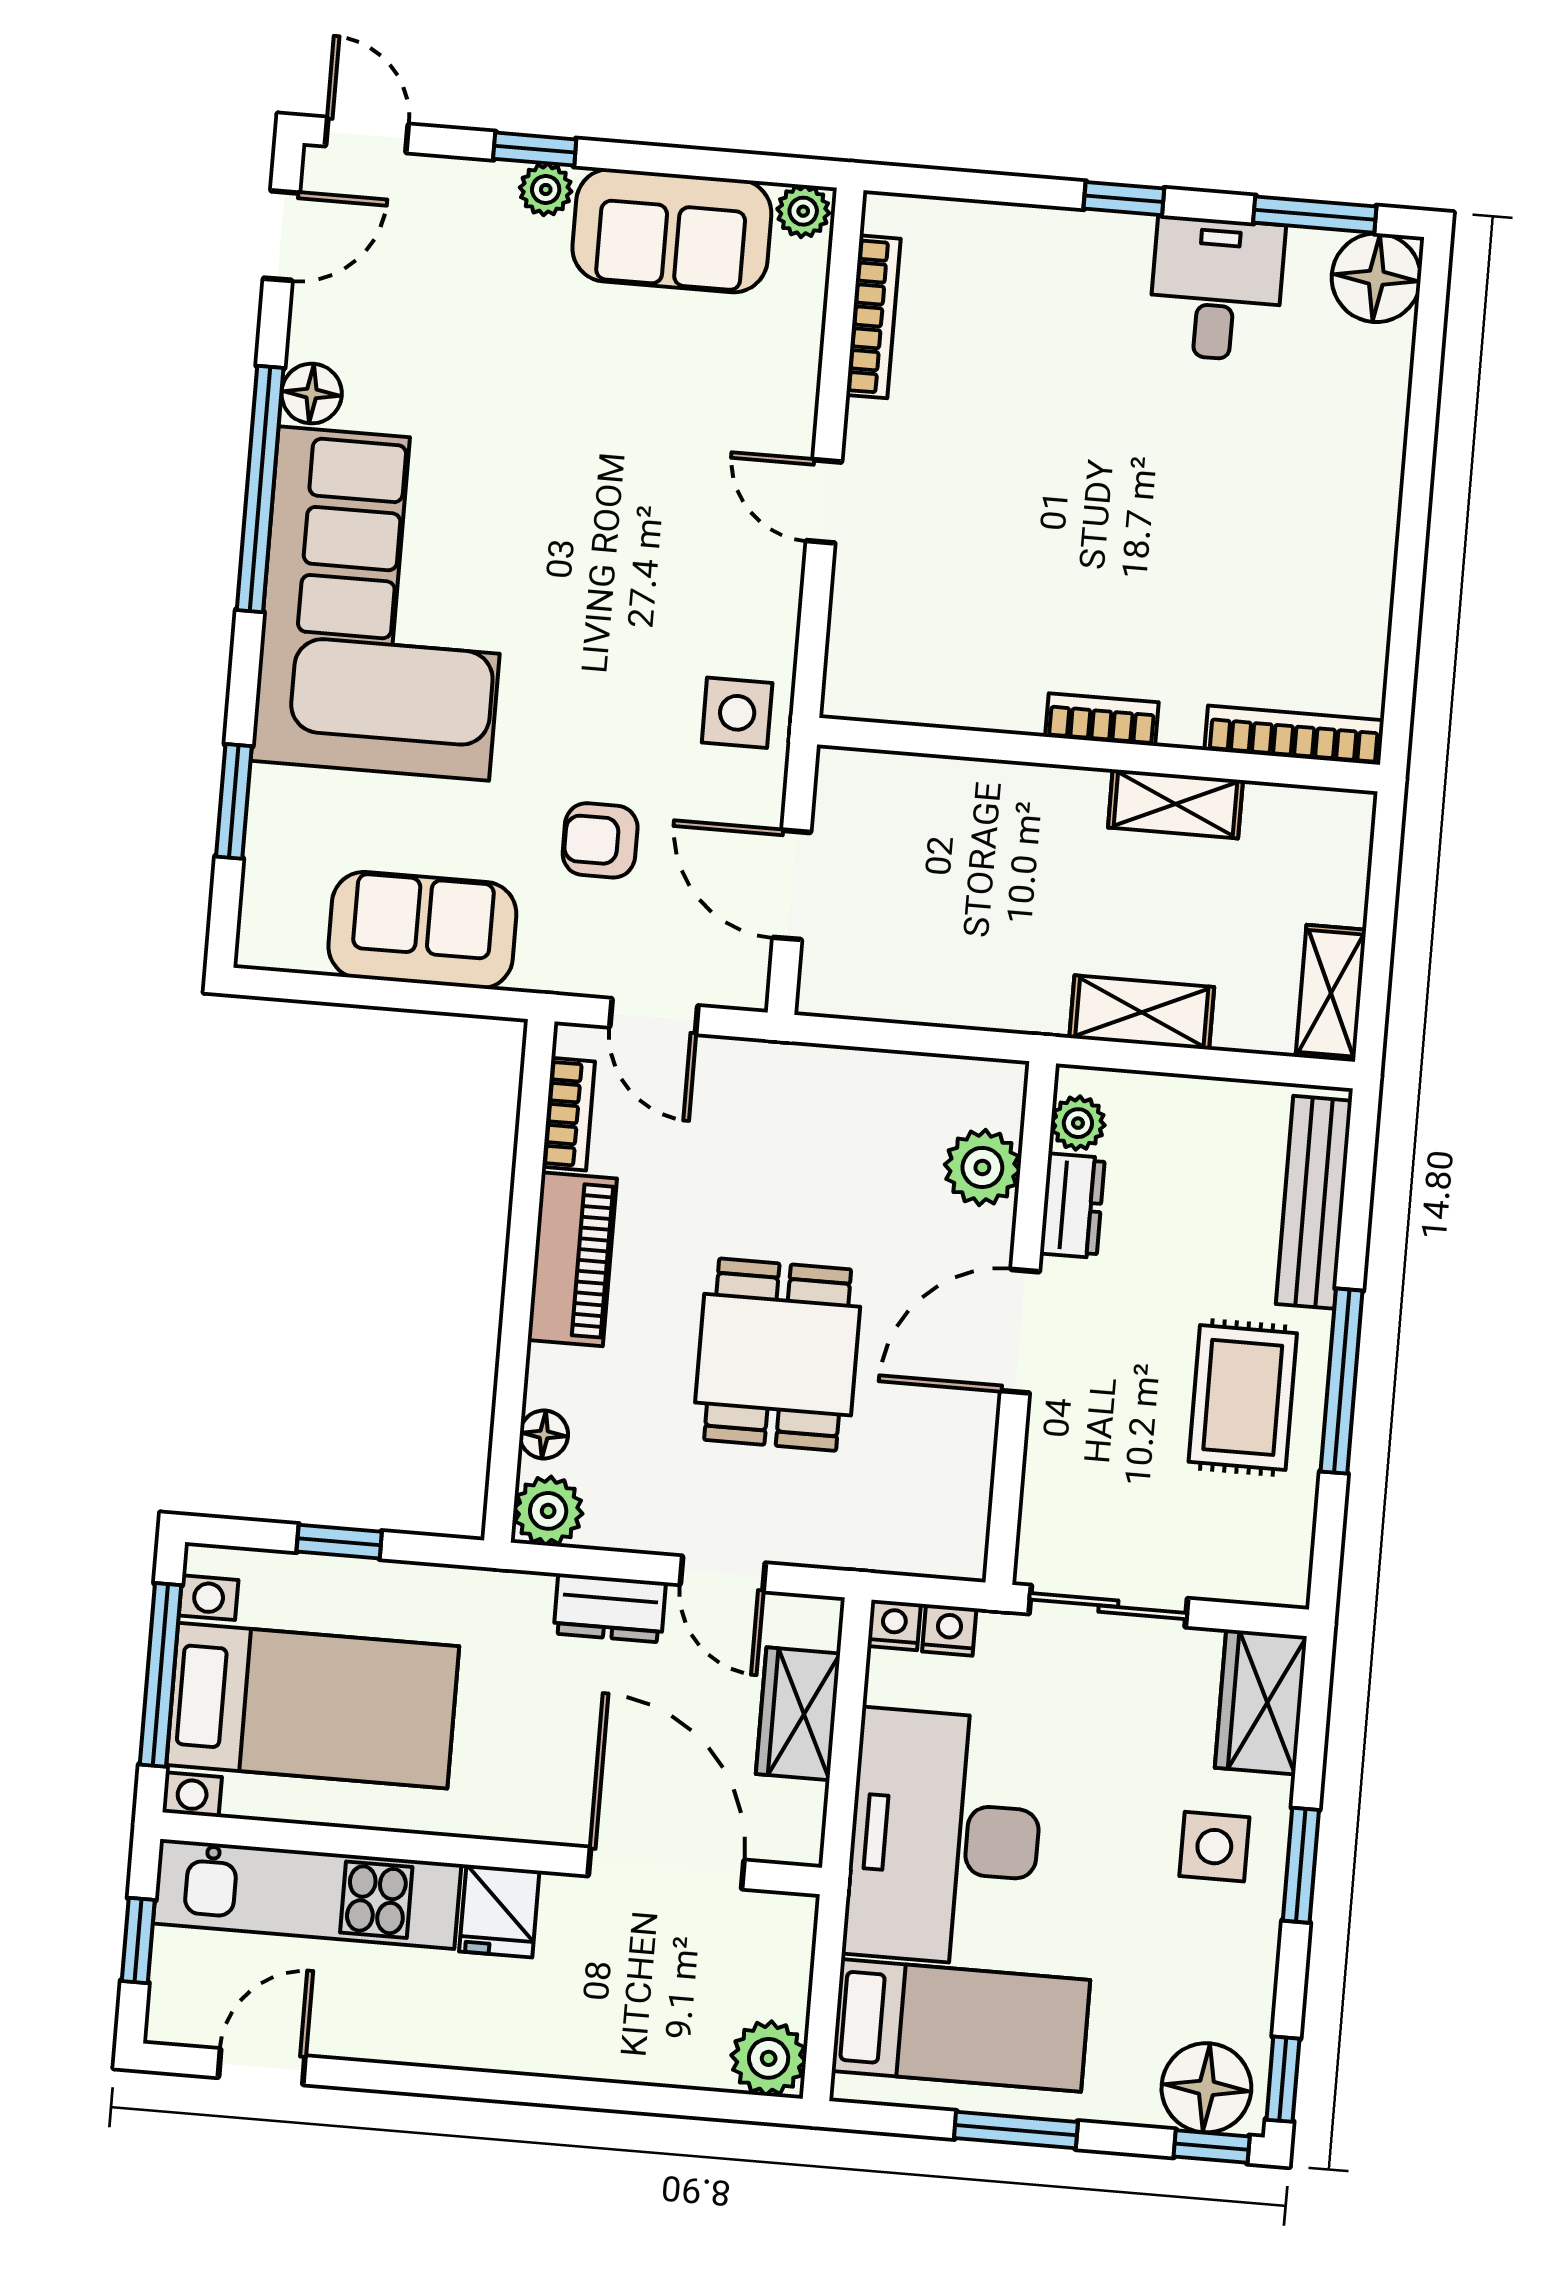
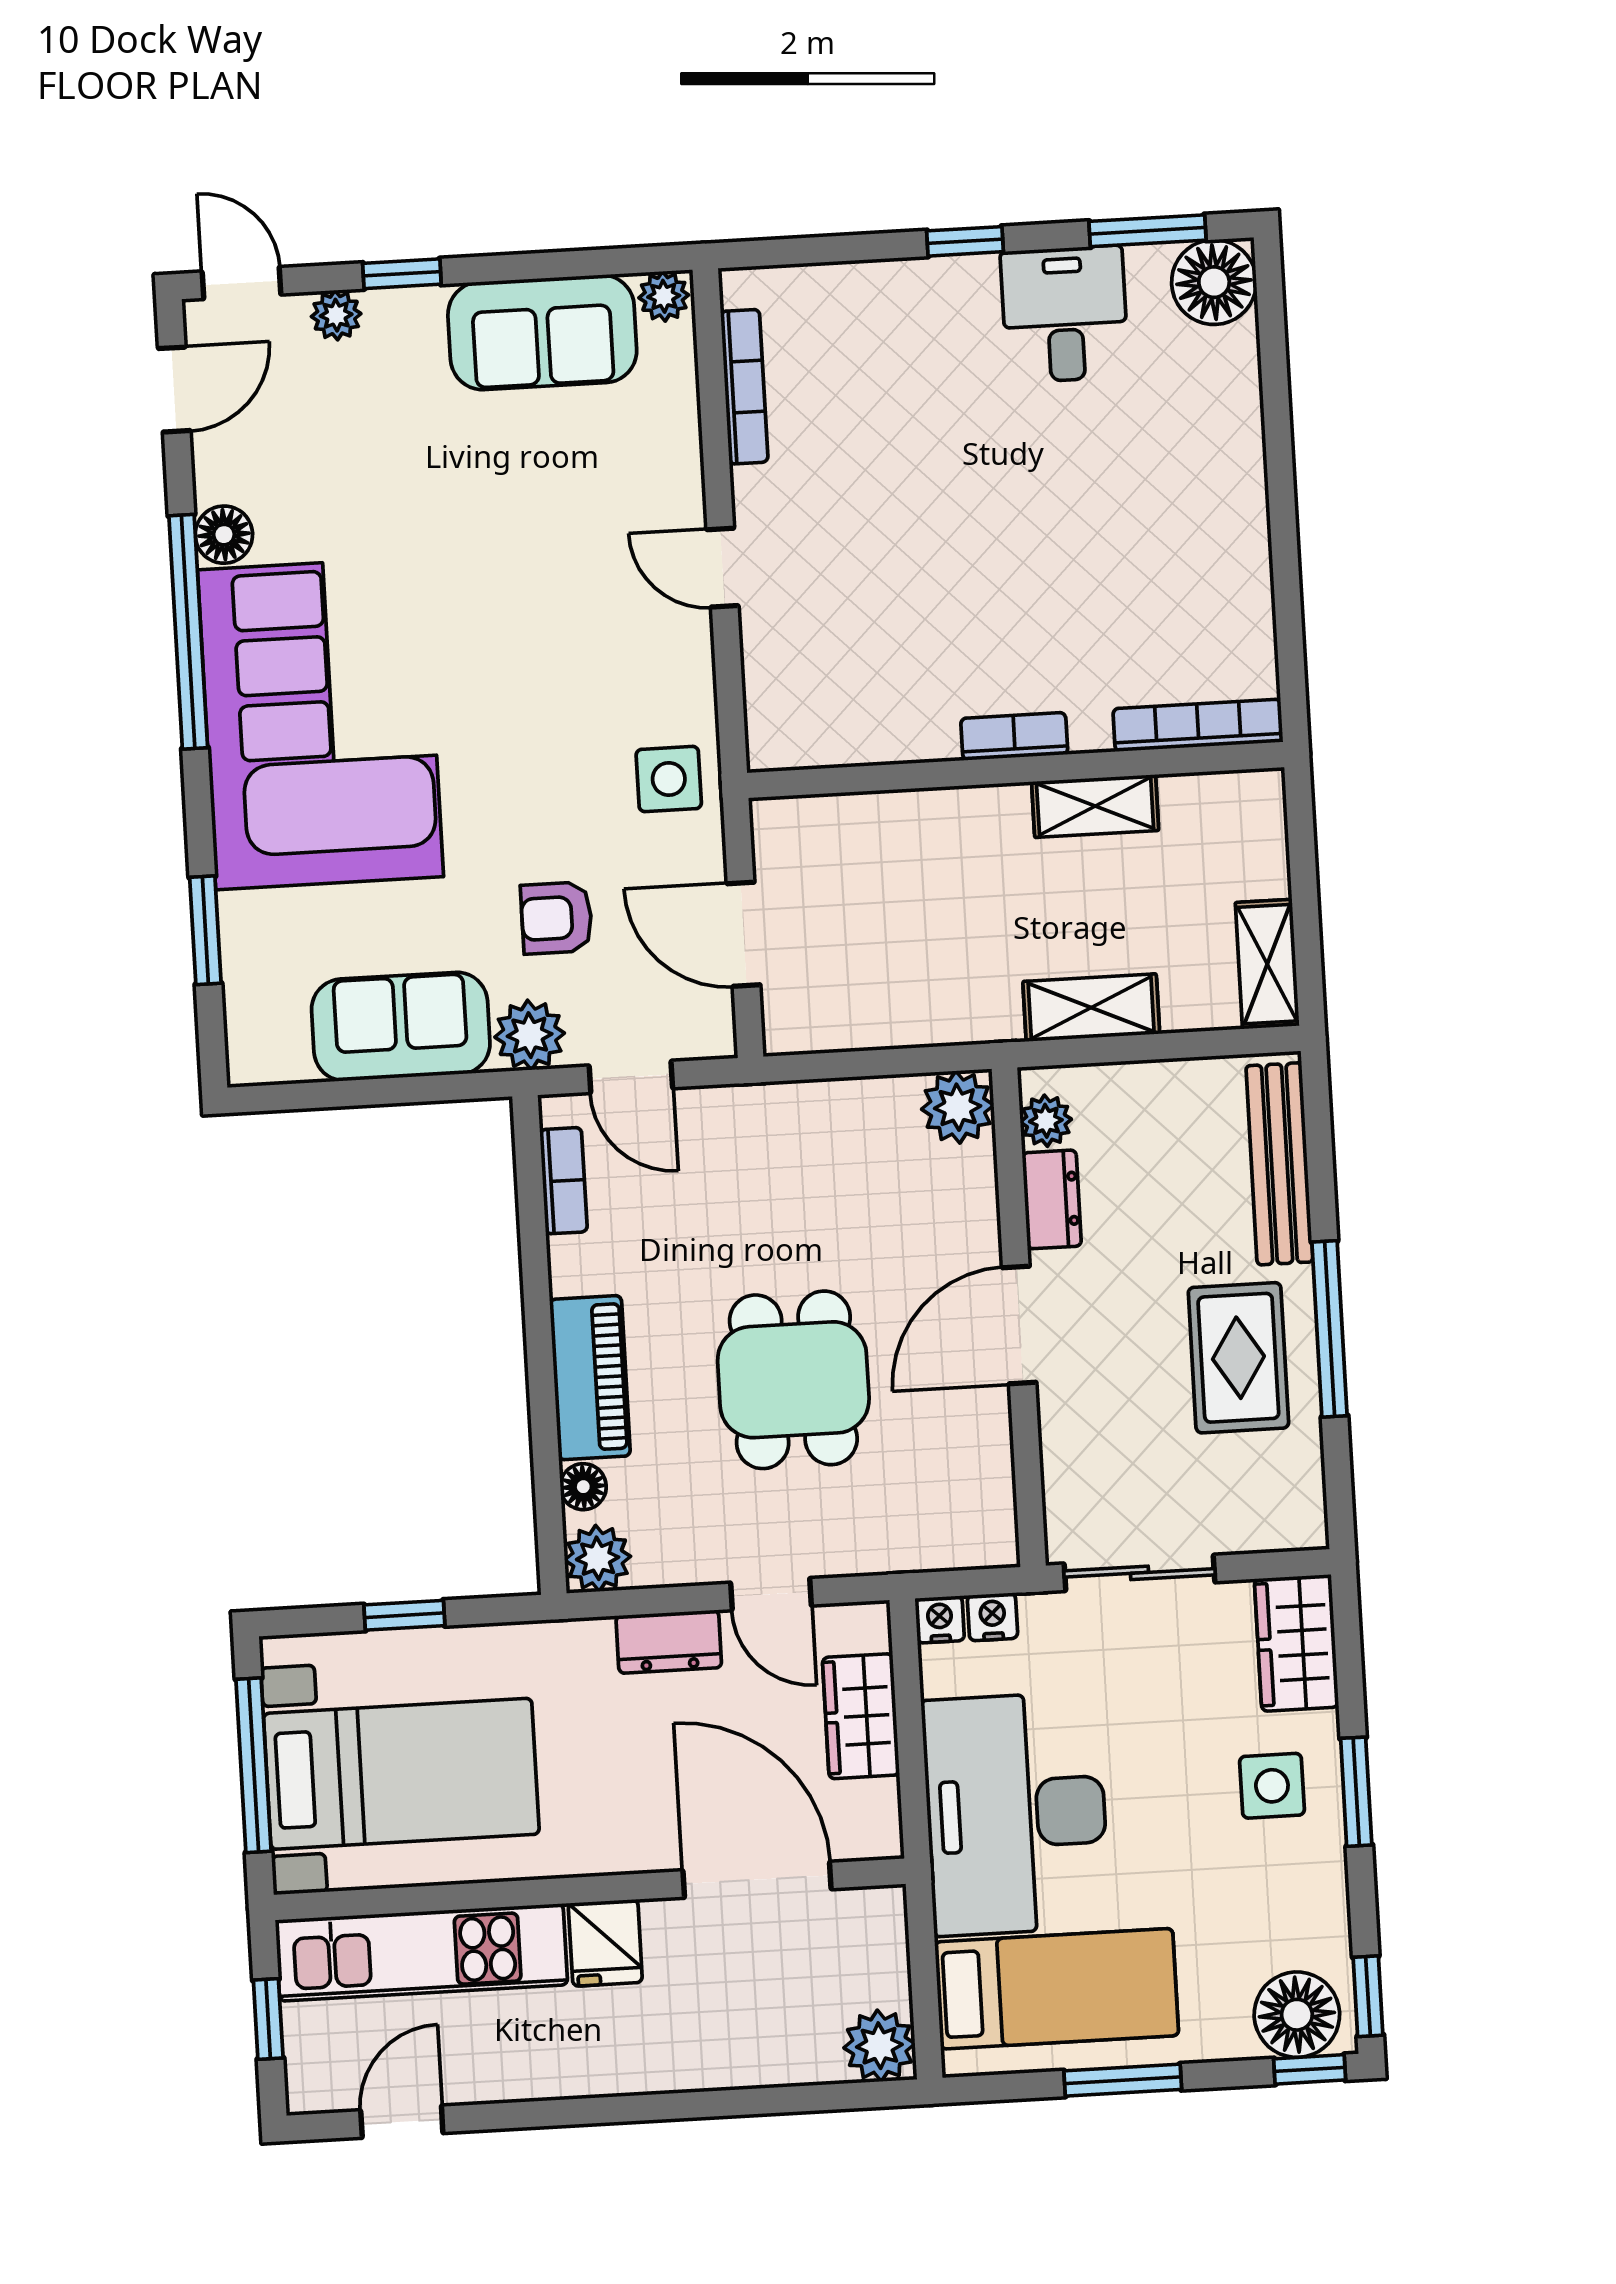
plant: (546, 189) -> (336, 315), moved
plant: (555, 958) -> (530, 1035), added
plant: (982, 1167) -> (958, 1107), moved
piano: (572, 1259) -> (590, 1378), moved

